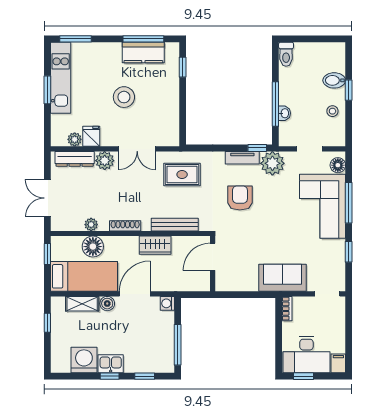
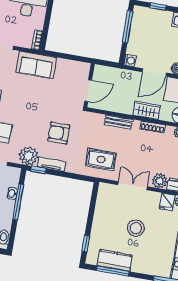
armchair: (240, 198) -> (59, 133), turned 90
bench: (175, 225) -> (118, 122), width x0.73
wardrobe: (155, 245) -> (147, 110), moved

